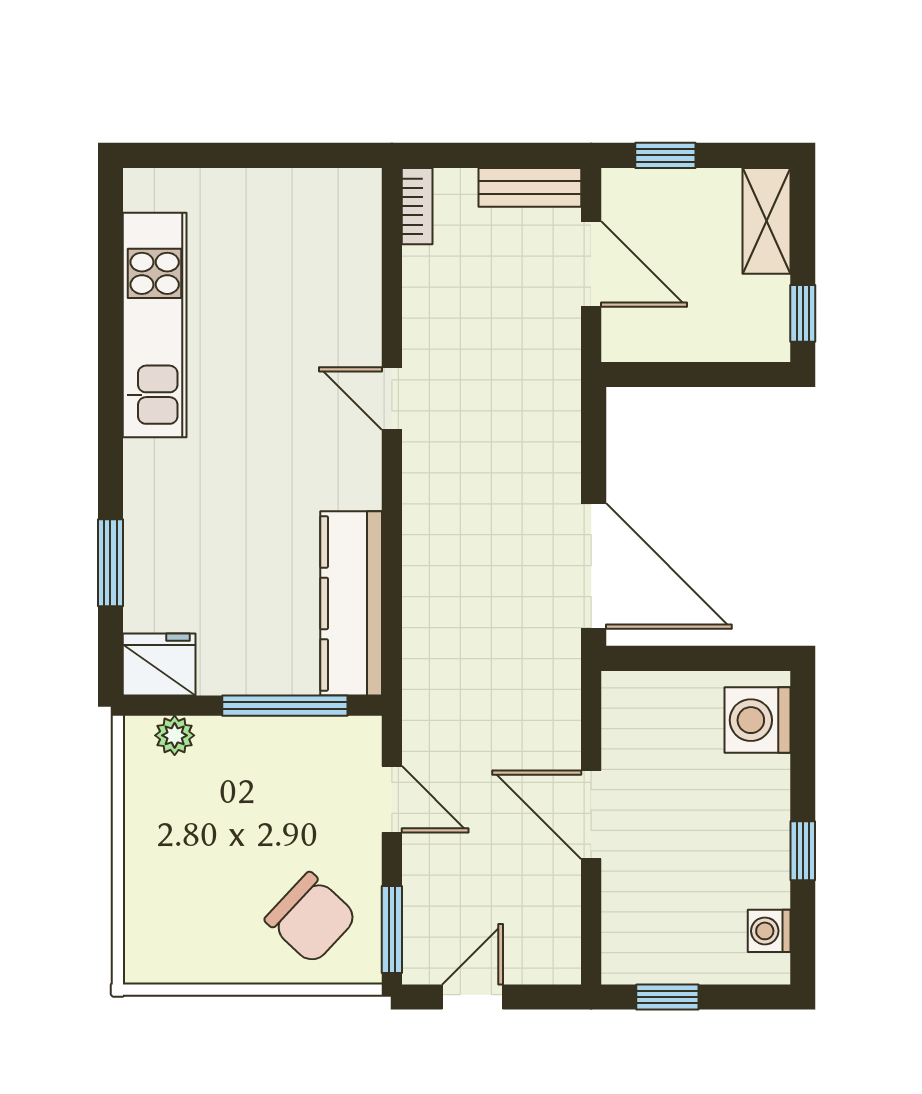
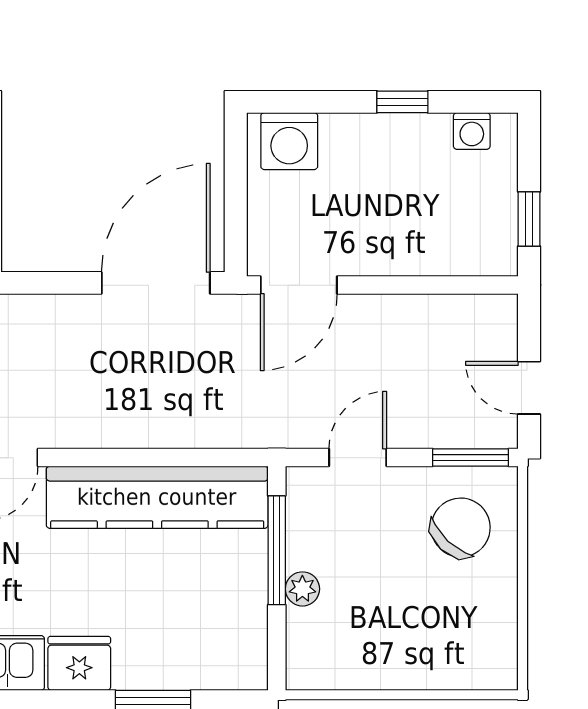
kitchen counter: (351, 603) -> (157, 497), width x1.39, depth x1.17
fridge: (159, 665) -> (79, 663), moved, turned 90
plant: (175, 735) -> (302, 589), moved
door: (591, 815) -> (299, 285), moved

